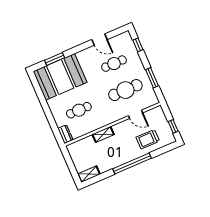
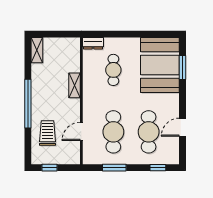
cafe table: (114, 64) -> (149, 132), width x1.37, depth x1.35

